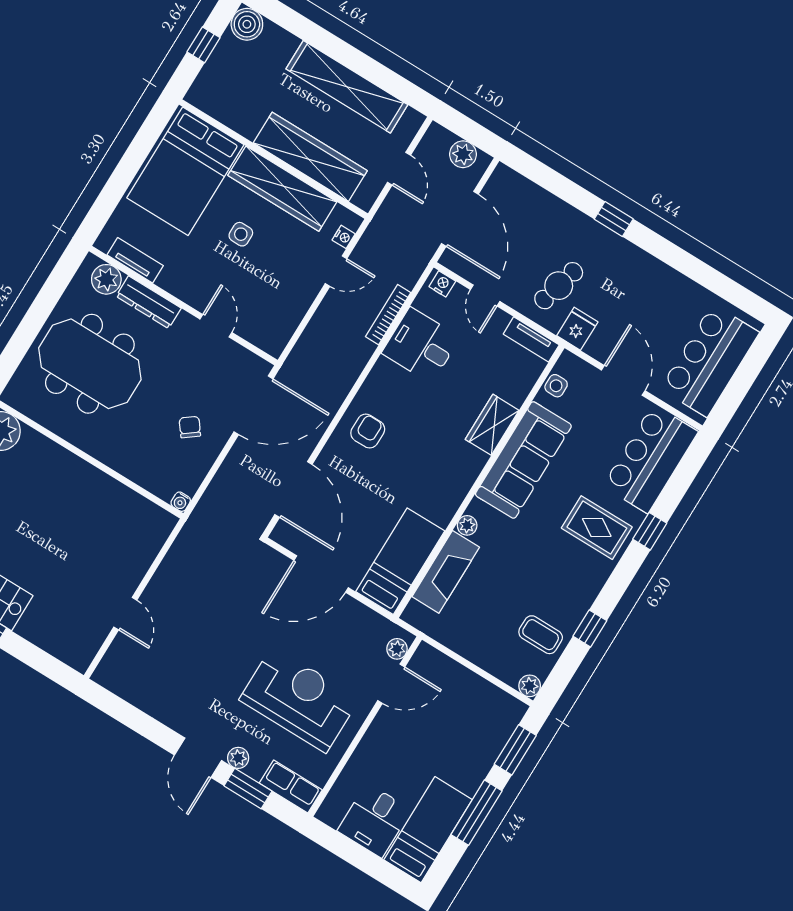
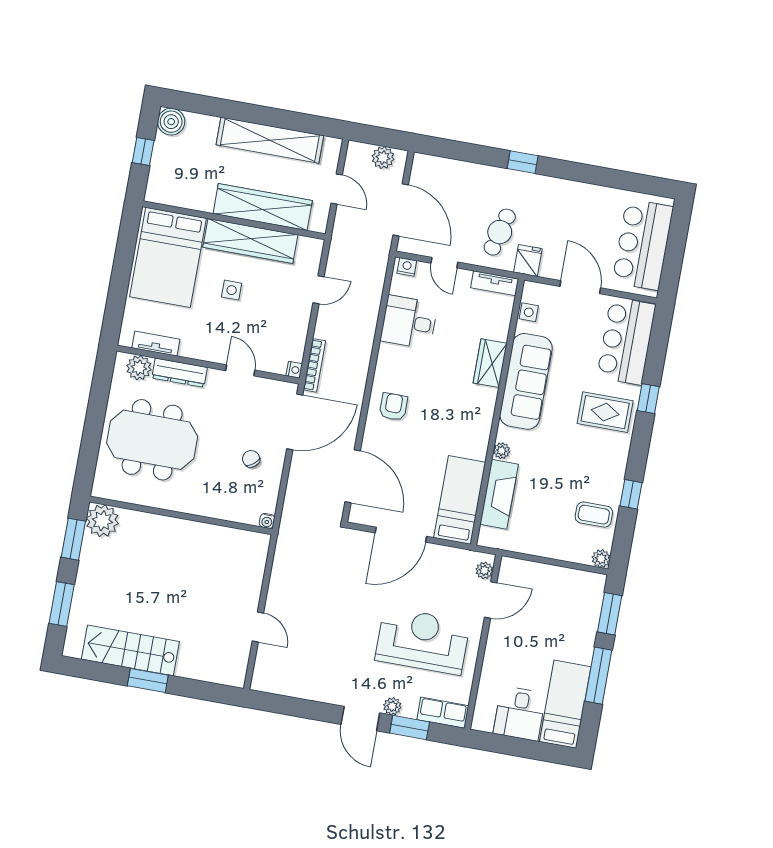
nightstand: (344, 237) -> (294, 370), moved
bookcase: (388, 315) -> (314, 365), moved, turned 180

